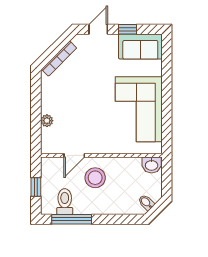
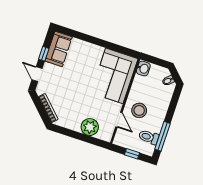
corner sofa: (139, 109) -> (114, 76), moved, turned 90
plant: (47, 121) -> (90, 127), width x1.88, depth x1.88

